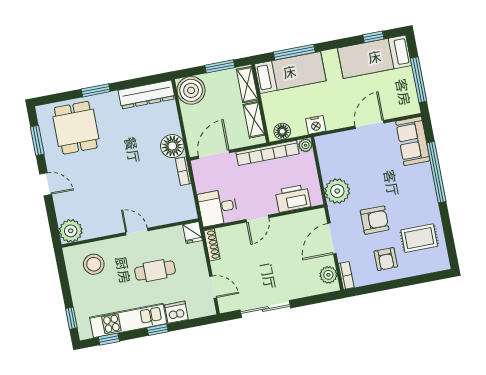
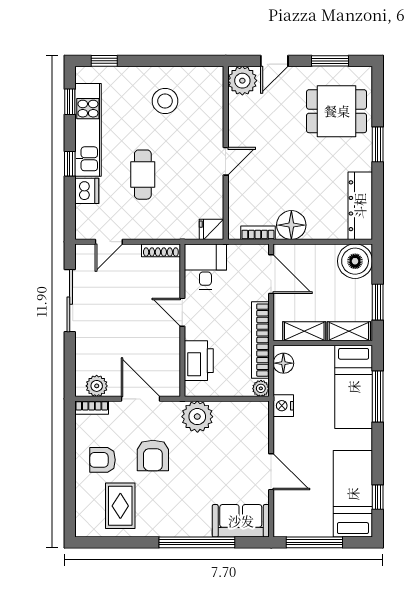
plant: (71, 231) -> (242, 81), moved
door: (137, 232) -> (226, 161), moved
wall: (130, 233) -> (226, 153), moved
fridge: (193, 233) -> (211, 229), moved

